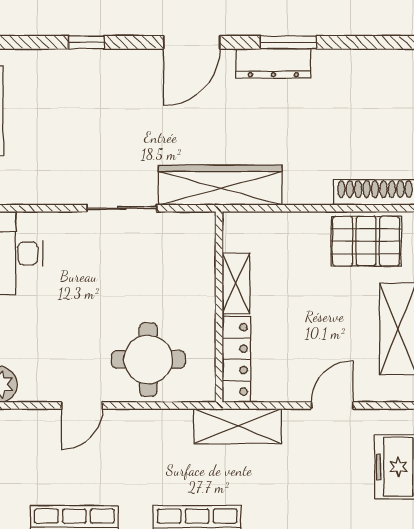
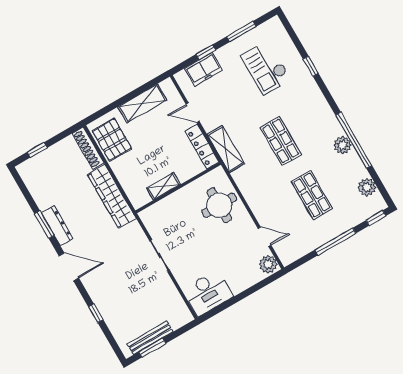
wardrobe: (220, 185) -> (112, 196), moved
locker: (236, 359) -> (202, 147), moved, turned -90
door: (82, 405) -> (264, 237), moved

